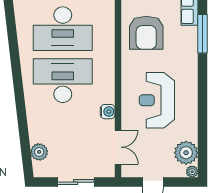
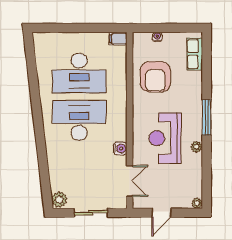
window: (203, 34) -> (207, 117), moved
plant: (39, 152) -> (59, 200), moved
plant: (186, 153) -> (197, 147), moved, width x0.53, depth x0.53

